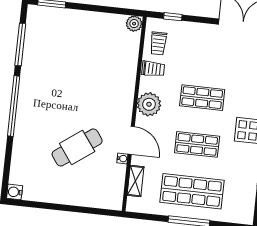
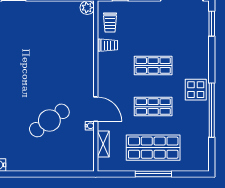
plant: (149, 104) -> (108, 76), removed

